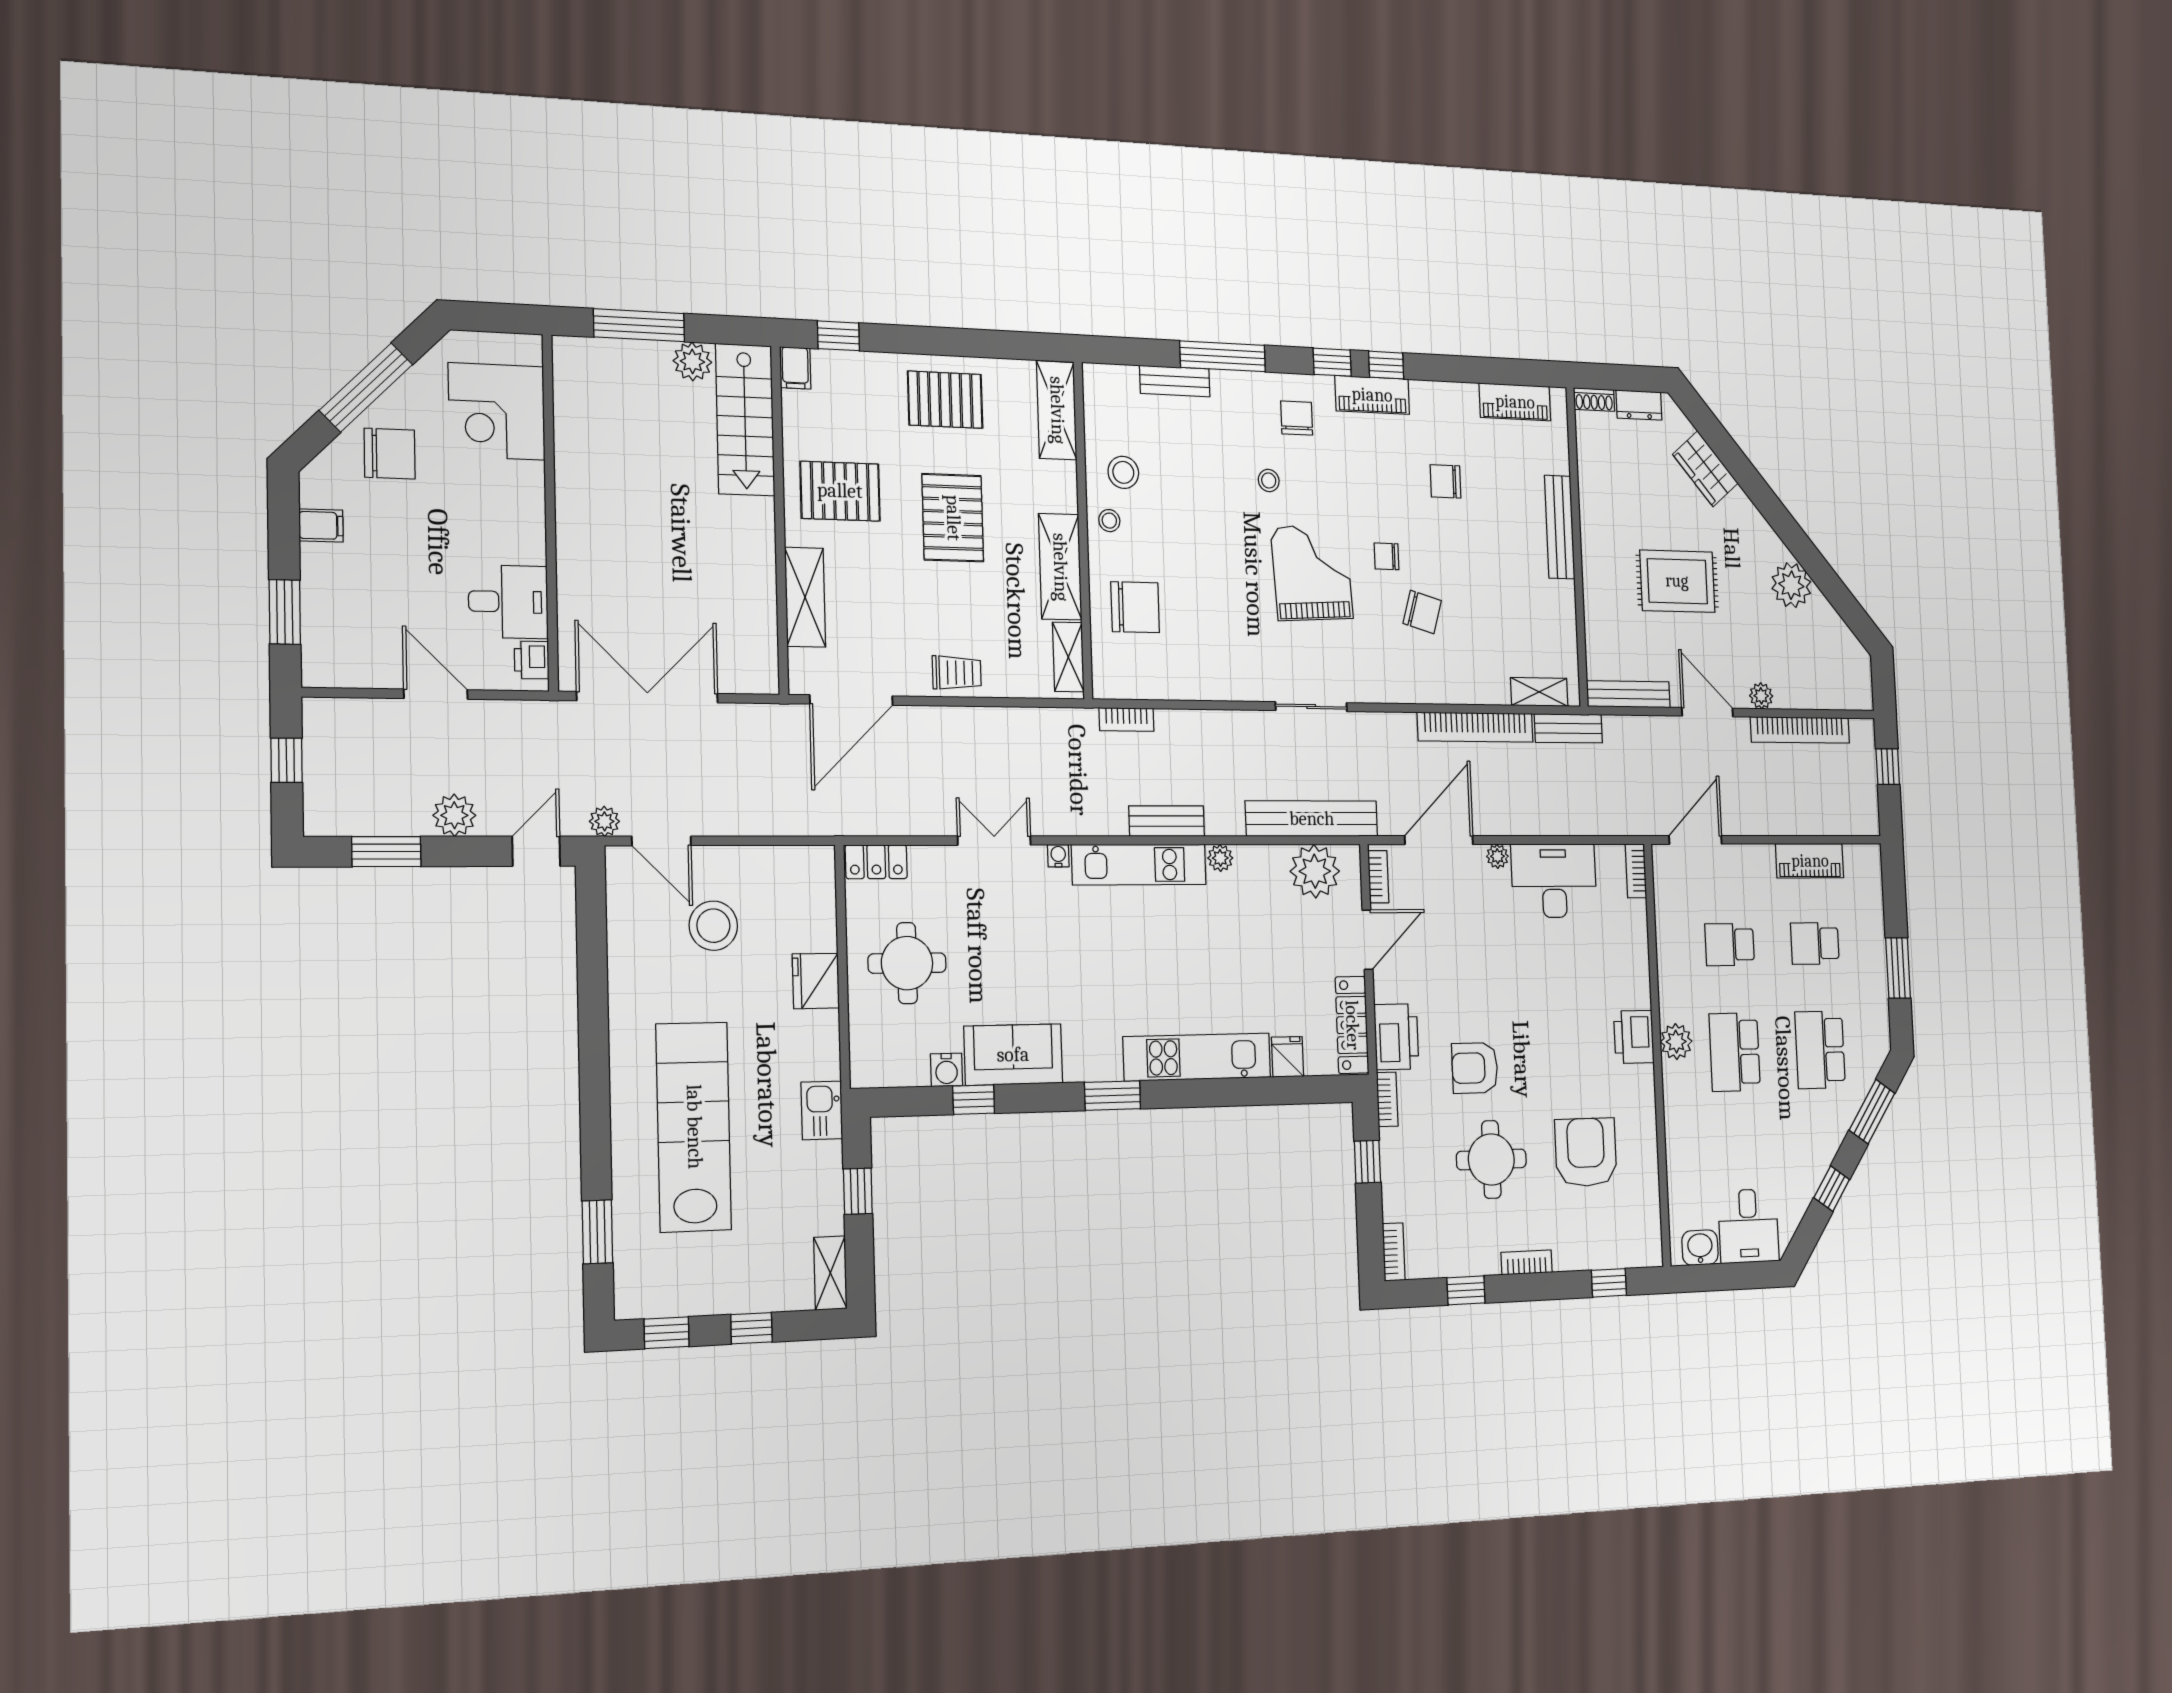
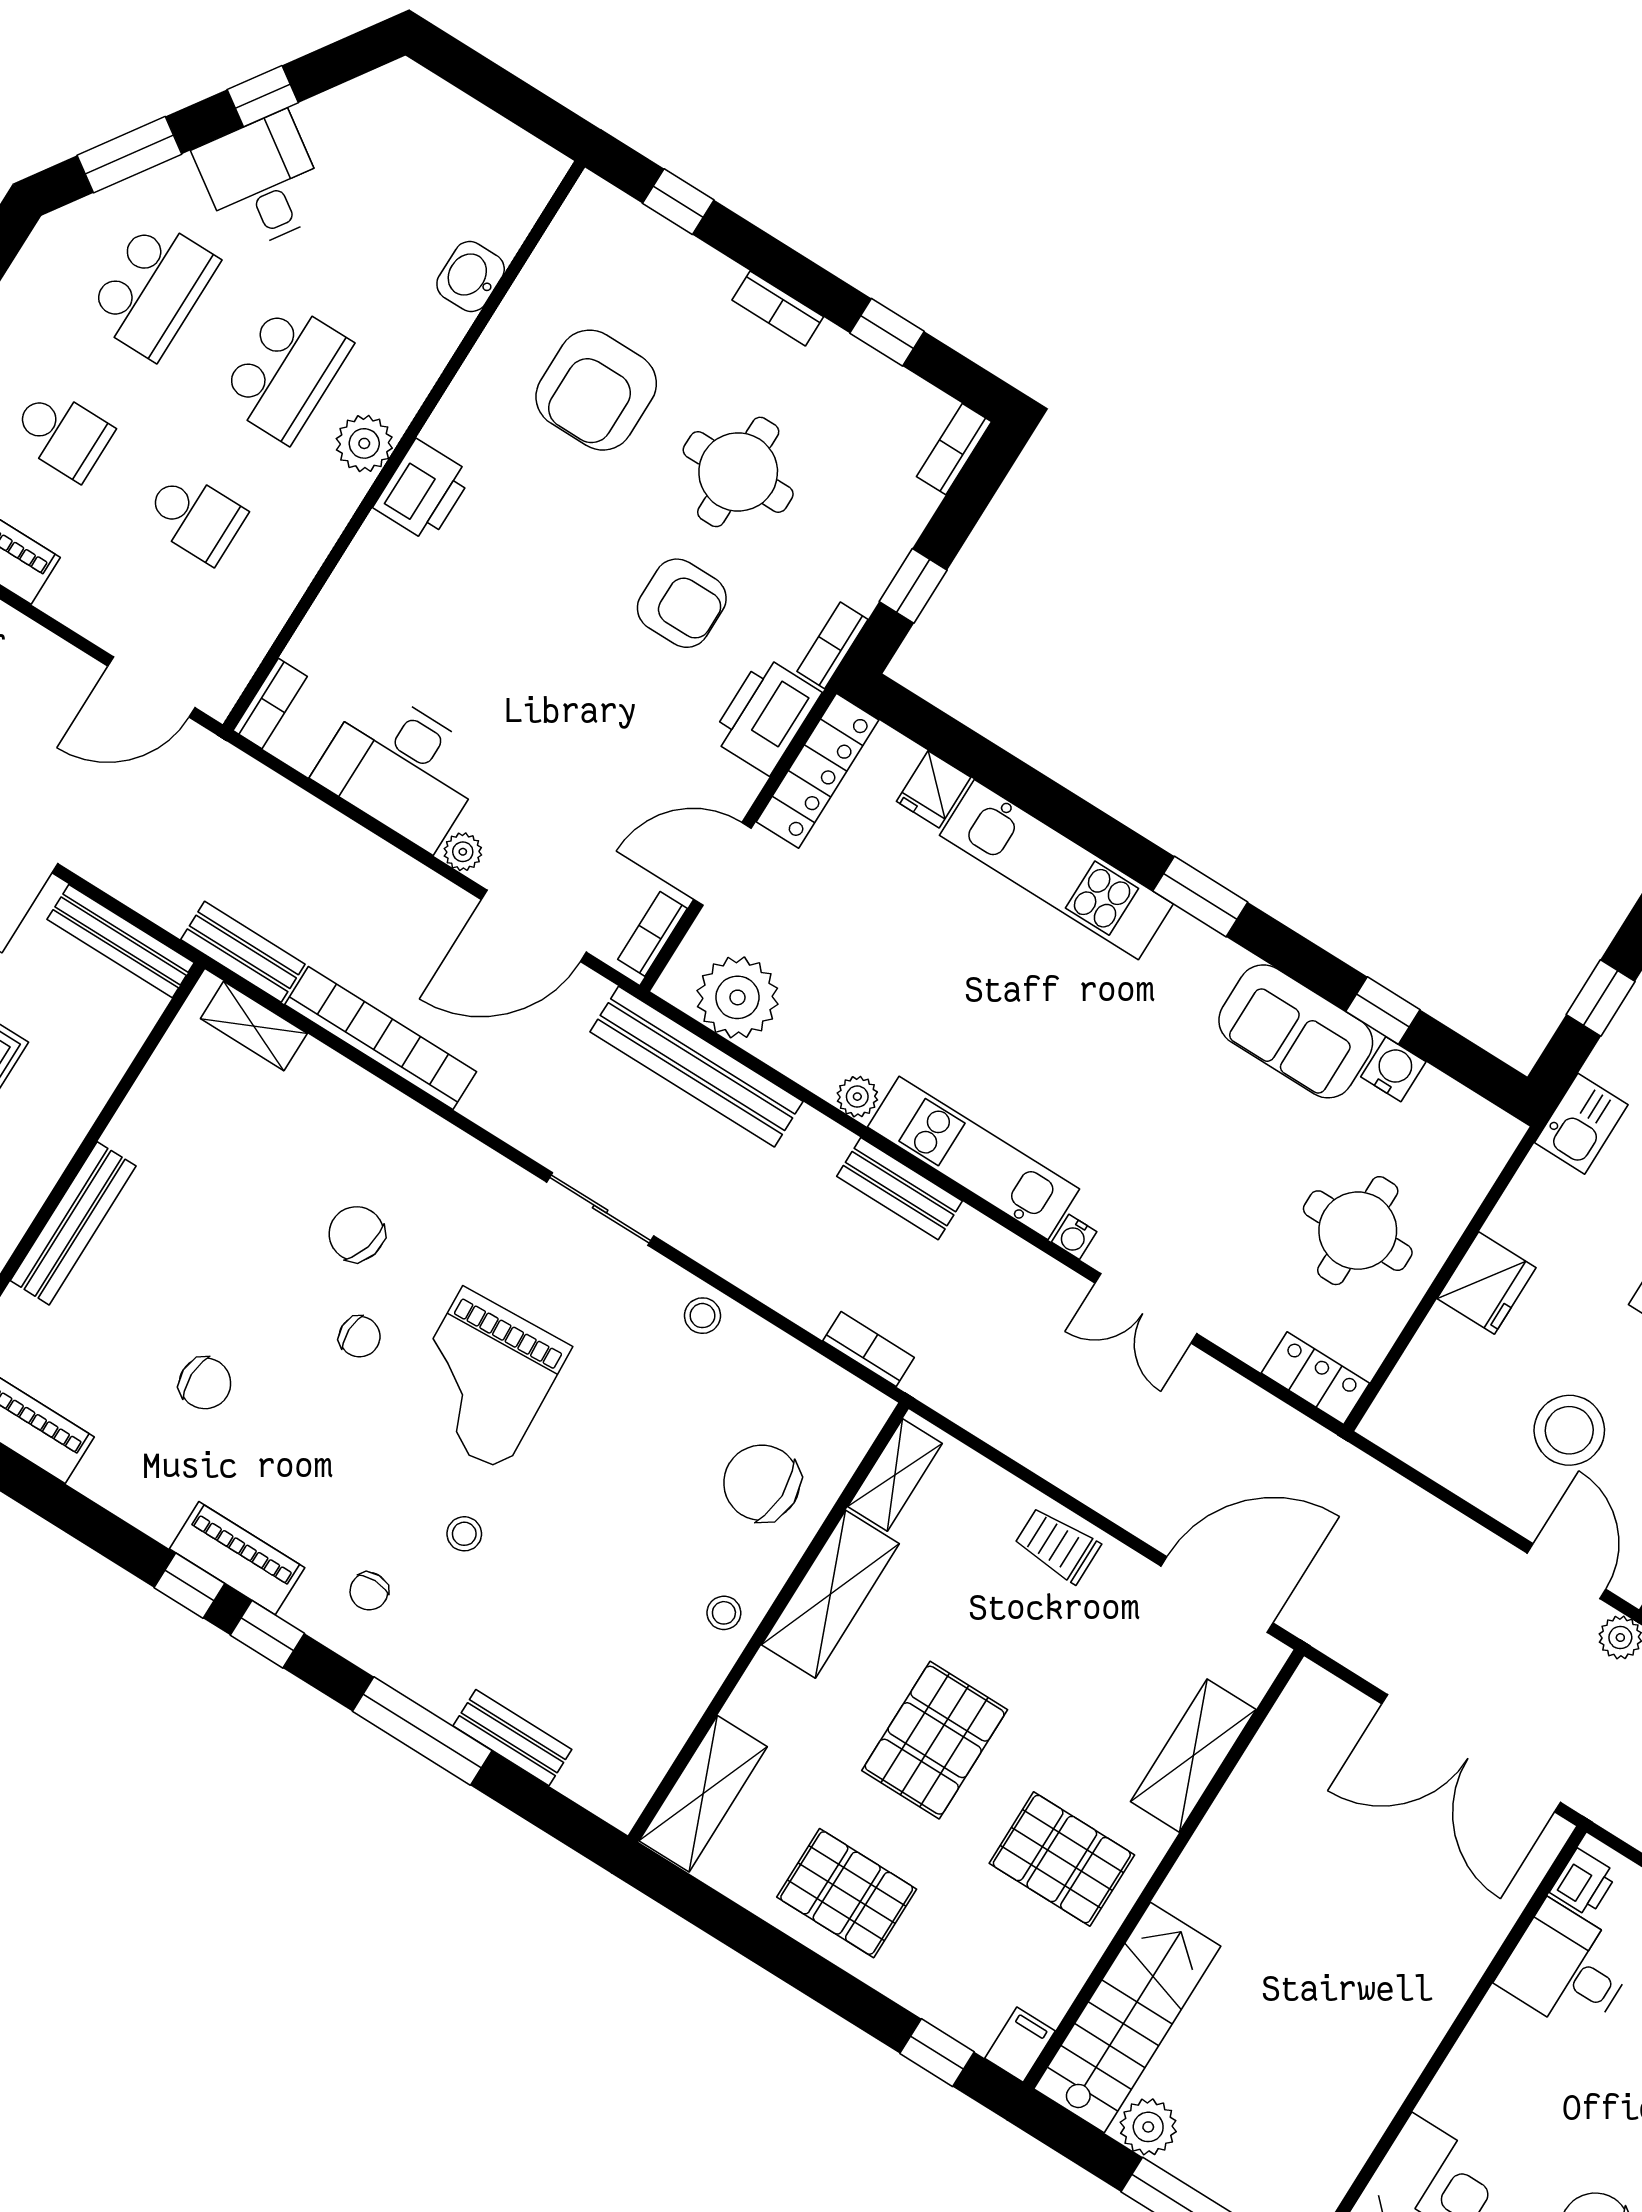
chair: (1297, 418) -> (369, 1591), width x0.73, depth x0.73
stool: (1123, 472) -> (702, 1316), moved, width x0.73, depth x0.73
desk: (1748, 1226) -> (262, 181), moved, turned -56
washbasin: (1700, 1248) -> (471, 277), moved, turned 90

